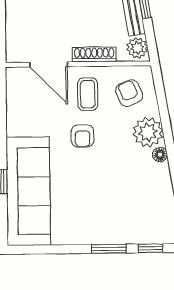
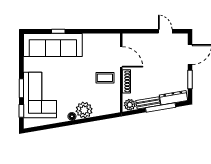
door: (49, 64) -> (121, 57), swing flipped
armchair: (129, 93) -> (105, 100), removed
armchair: (83, 136) -> (82, 75), removed
corner sofa: (121, 214) -> (40, 95), added

